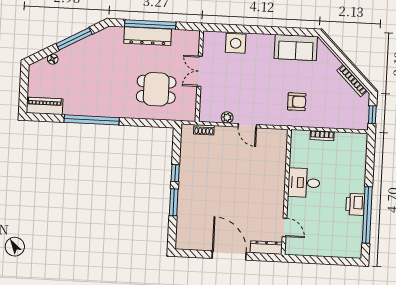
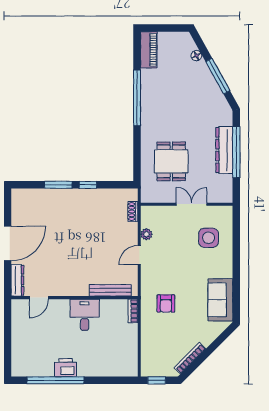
side table: (236, 43) -> (209, 238), moved
bookcase: (322, 136) -> (133, 311), moved
bench: (281, 156) -> (110, 290), added

